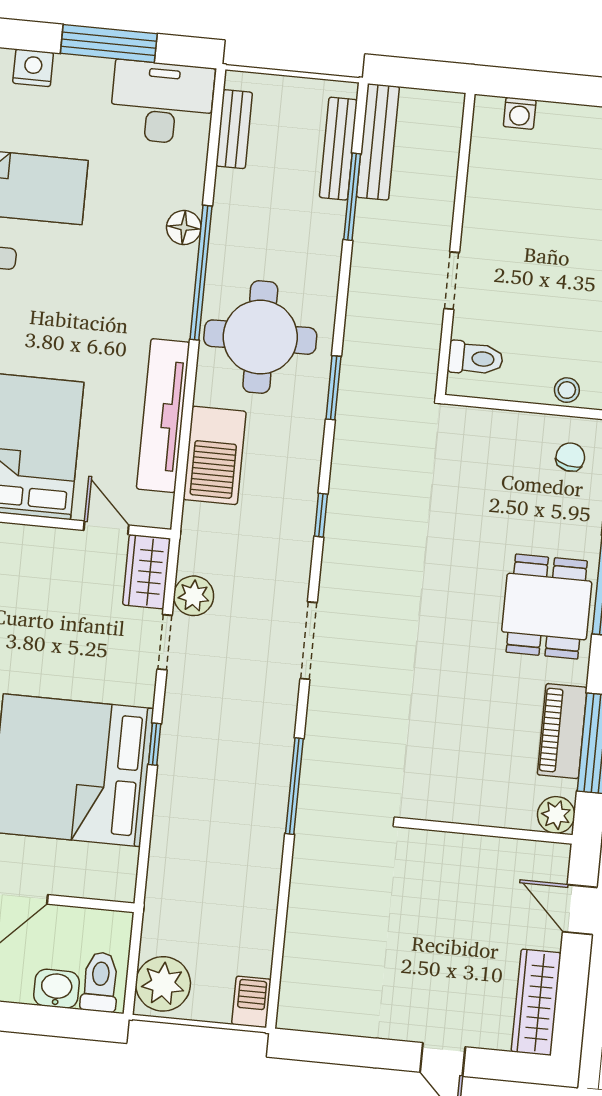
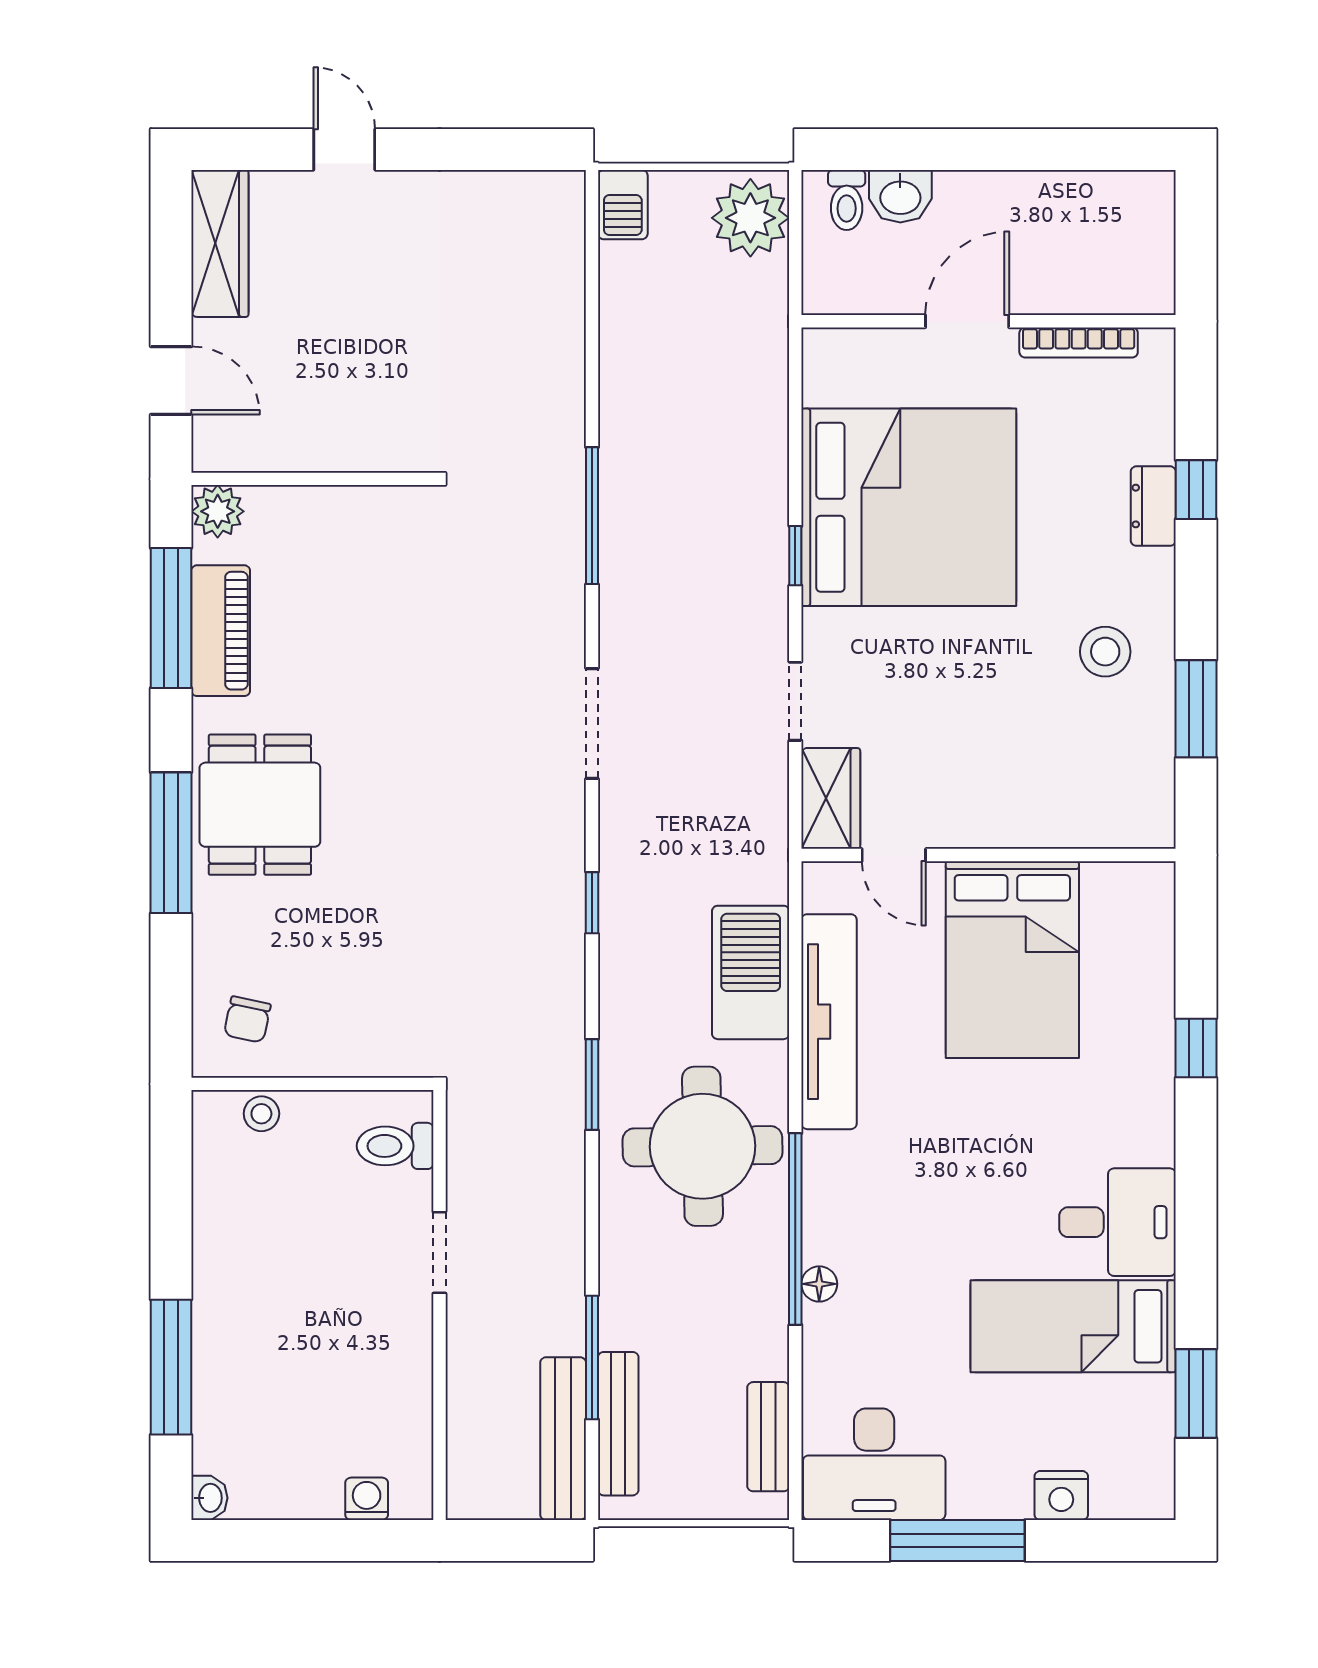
floor lamp: (184, 228) -> (819, 1284), width x0.73, depth x0.73
plant: (194, 596) -> (761, 771), removed
toilet: (100, 982) -> (847, 200), width x0.73, depth x0.72

